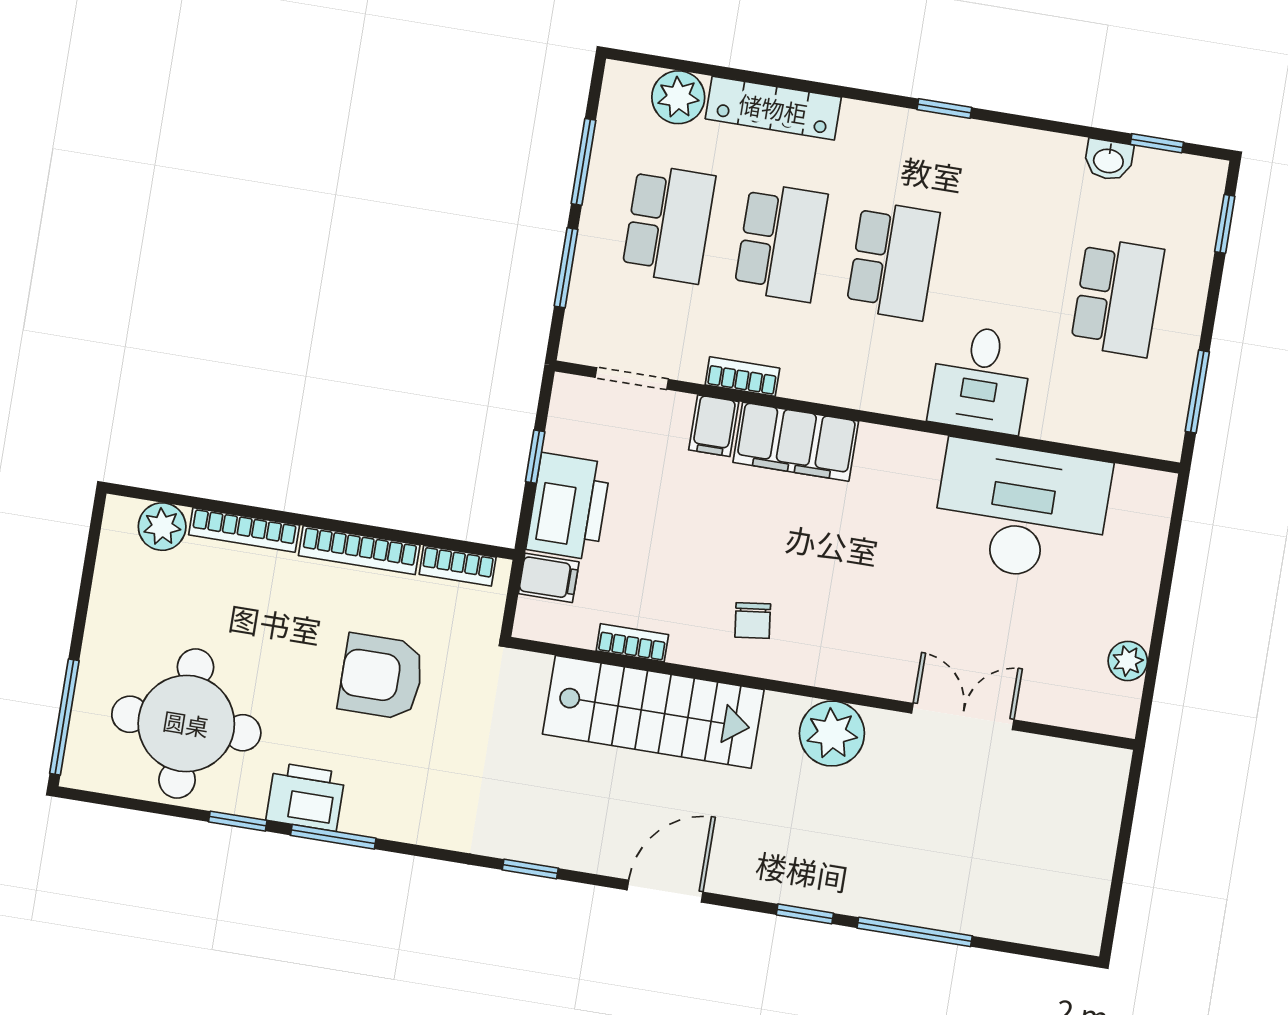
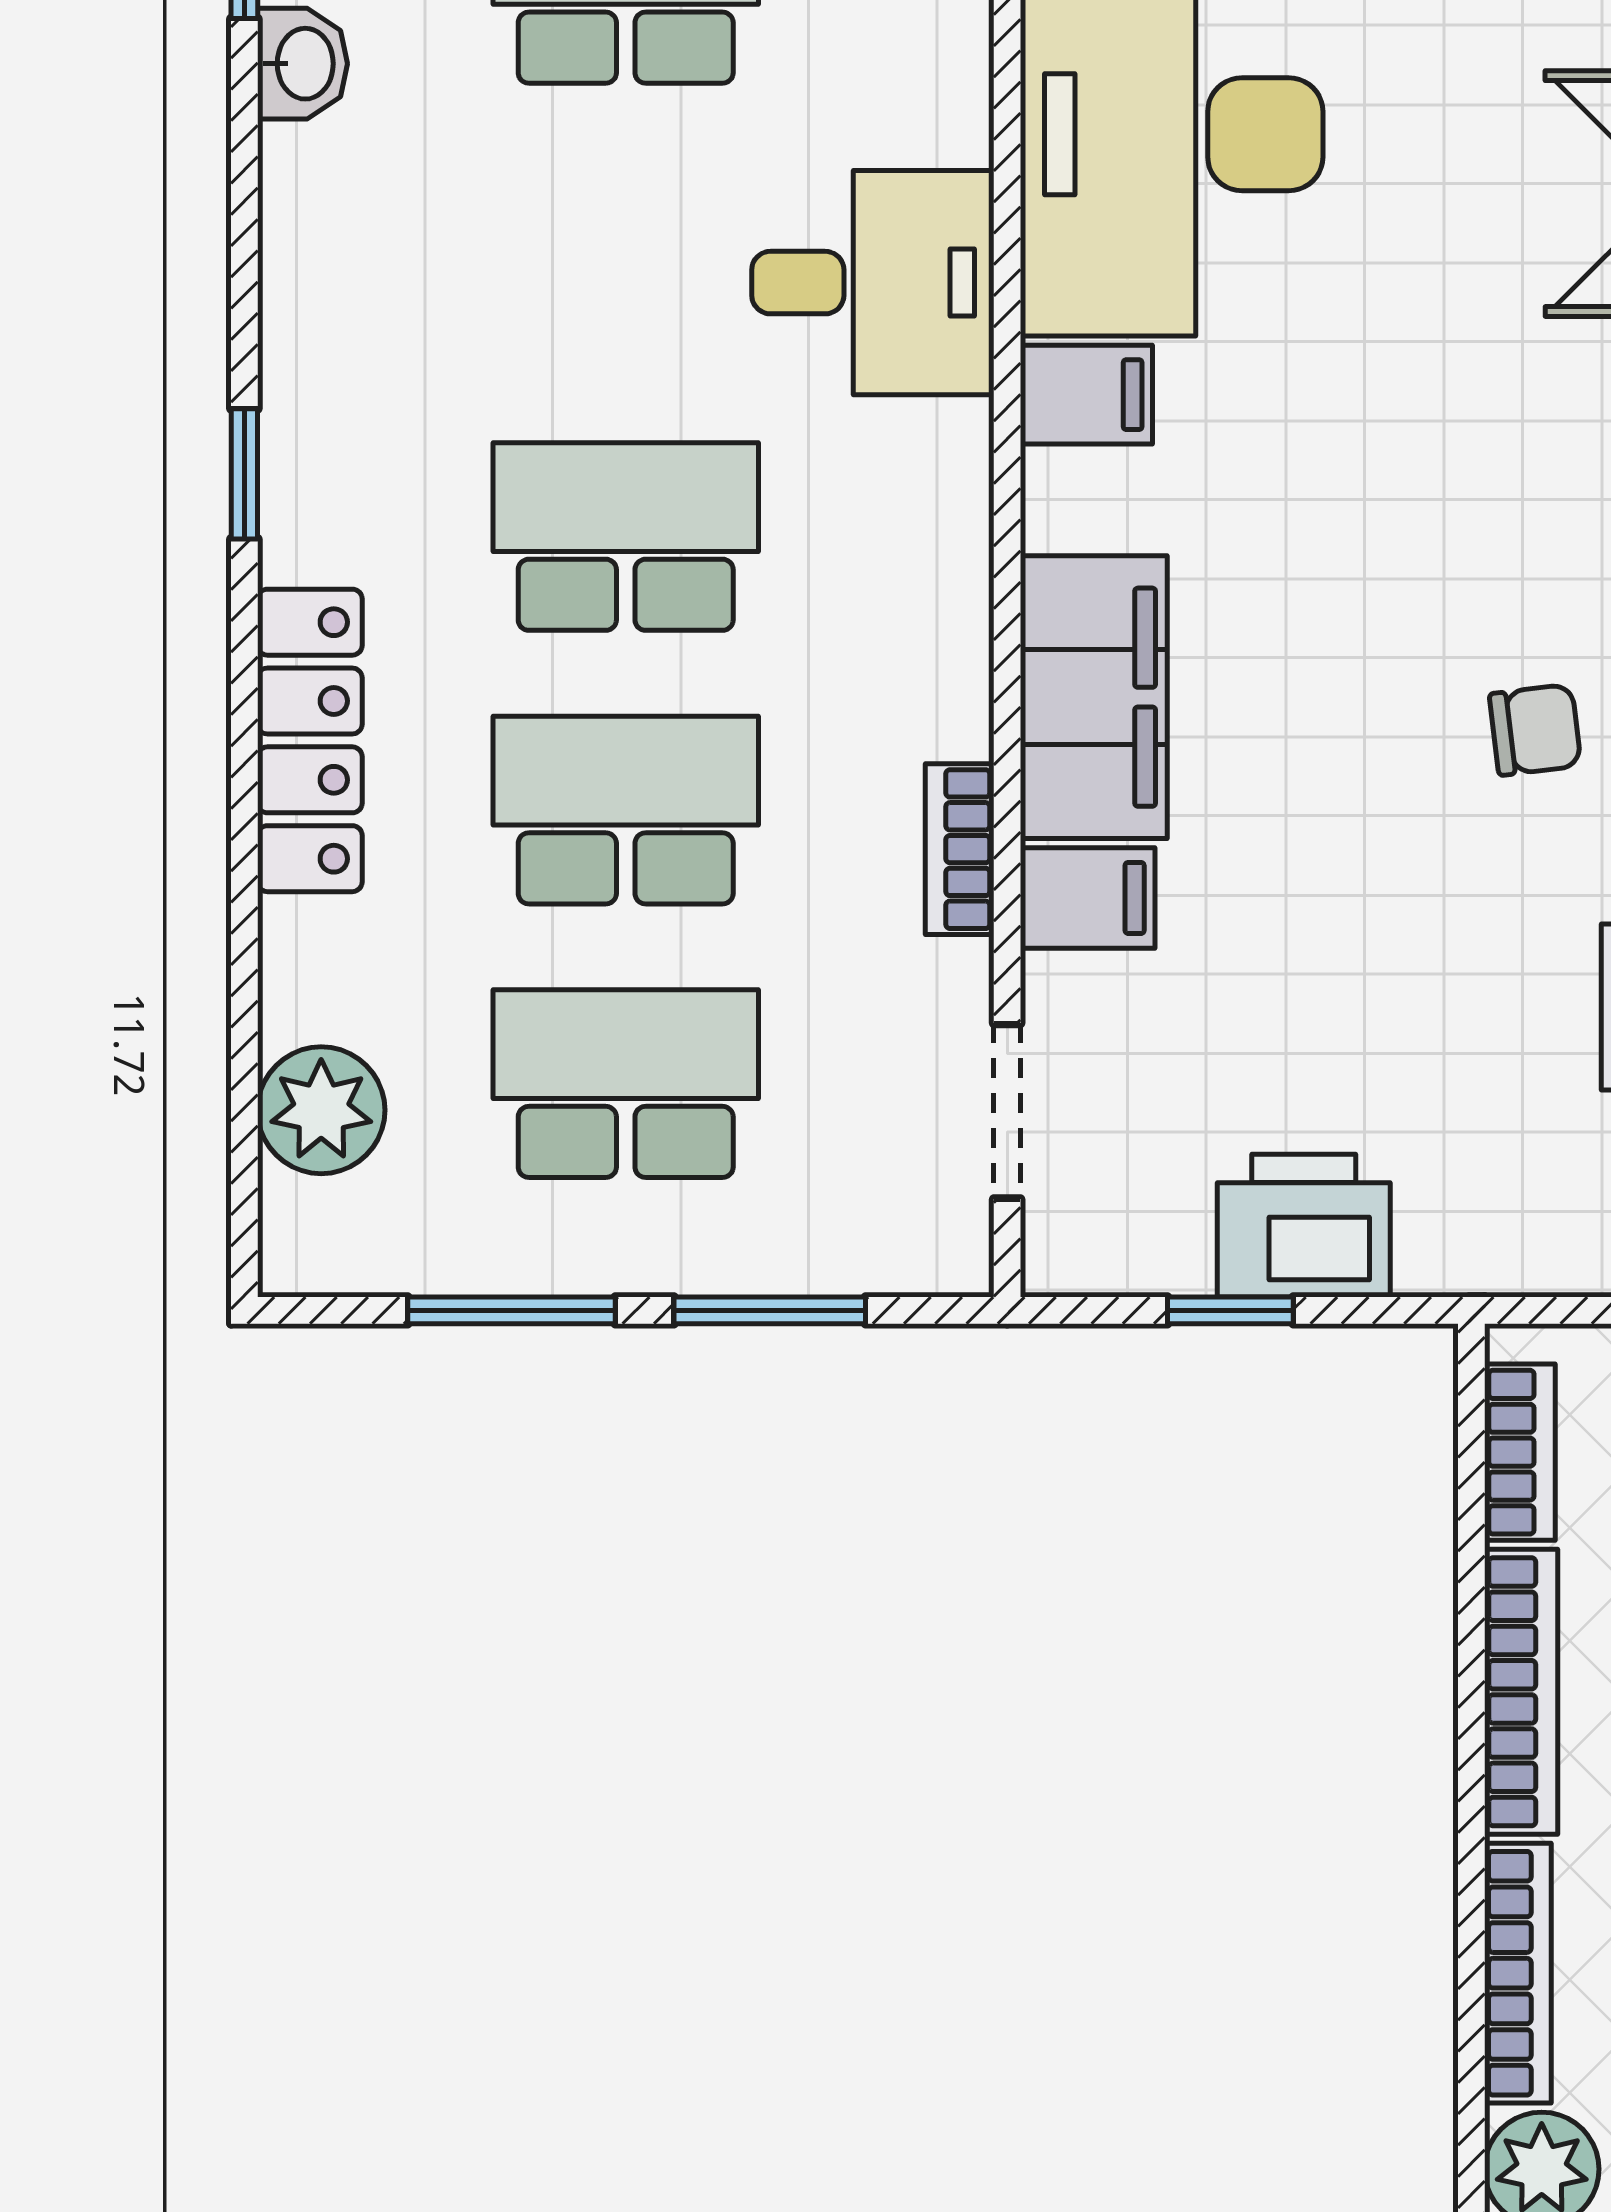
locker: (773, 108) -> (310, 740), moved
printer: (568, 506) -> (1304, 1226), width x0.73, depth x0.84
filing cabinet: (549, 578) -> (1086, 395), moved, turned 90

